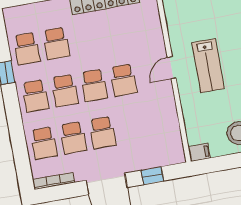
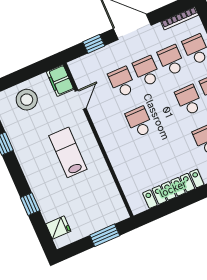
door: (172, 68) -> (81, 100), moved
school desk: (94, 85) -> (122, 82), moved
filing cabinet: (199, 152) -> (60, 80), width x2.00

